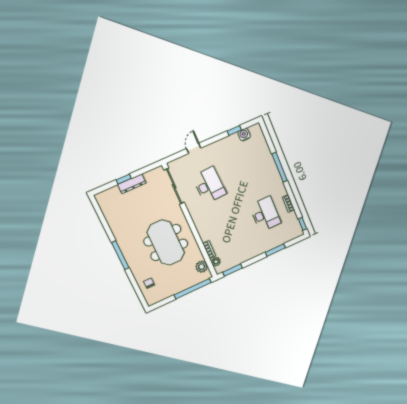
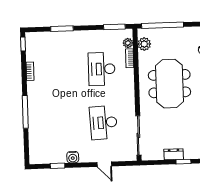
water cooler: (244, 135) -> (73, 157), moved
door: (194, 148) -> (104, 164), hinge flipped
dresser: (132, 184) -> (174, 154), width x0.70
desk: (265, 214) -> (102, 69), moved

